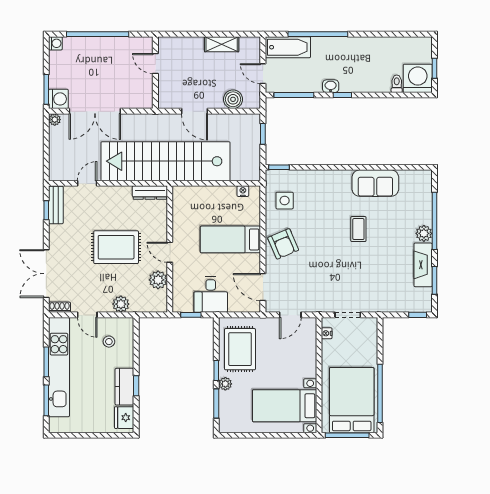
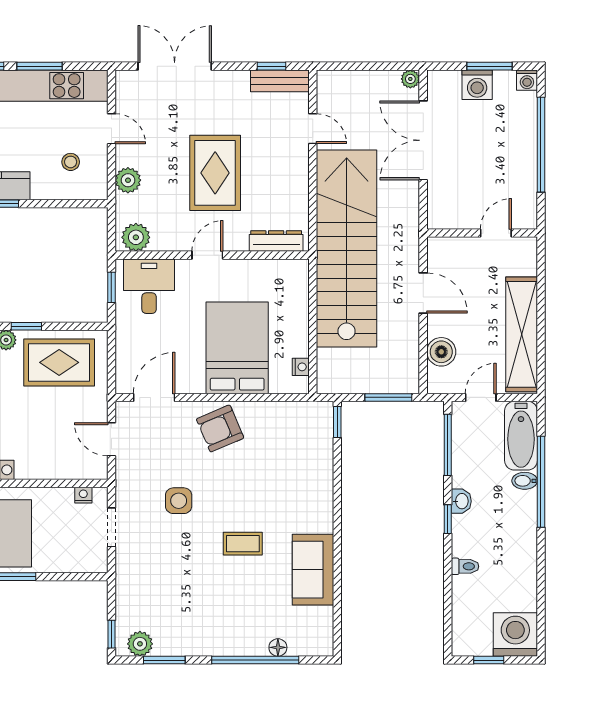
shelving: (222, 44) -> (522, 334), width x2.20, depth x1.33
bidet: (317, 45) -> (525, 481), added
washing machine: (418, 78) -> (515, 634), moved, turned -90
toilet: (397, 84) -> (465, 566), moved
window: (46, 89) -> (489, 66), moved
washing machine: (58, 99) -> (477, 85), moved
door: (195, 111) -> (423, 293), swing flipped
window: (263, 134) -> (388, 397), width x1.50
dresser: (150, 193) -> (276, 241), moved, turned 90
side table: (285, 201) -> (179, 501), moved
floor lamp: (426, 206) -> (278, 647), added
plant: (424, 233) -> (140, 644), moved
bed: (230, 239) -> (237, 348), width x1.50
fireplace: (423, 265) -> (188, 643), removed
plant: (158, 280) -> (136, 237), moved
desk: (211, 295) -> (149, 286), moved, turned 90
shoe rack: (60, 307) -> (123, 86), removed
door: (87, 315) -> (111, 129), swing flipped

